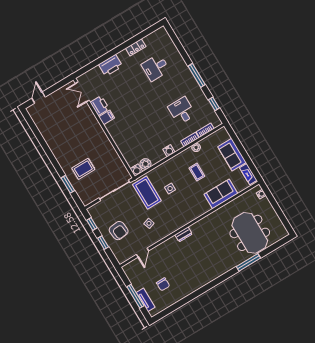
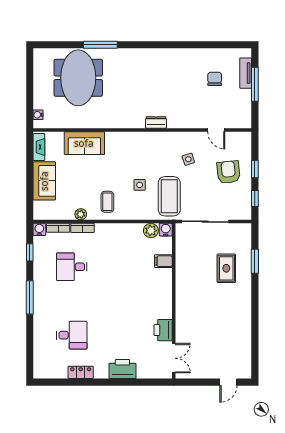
desk: (182, 111) -> (72, 267), turned 90
filing cabinet: (107, 117) -> (163, 261), moved
water cooler: (169, 151) -> (39, 229), moved
rug: (83, 169) -> (226, 268), turned 90
coffee table: (197, 172) -> (107, 202), moved
door: (143, 253) -> (216, 130), swing flipped

